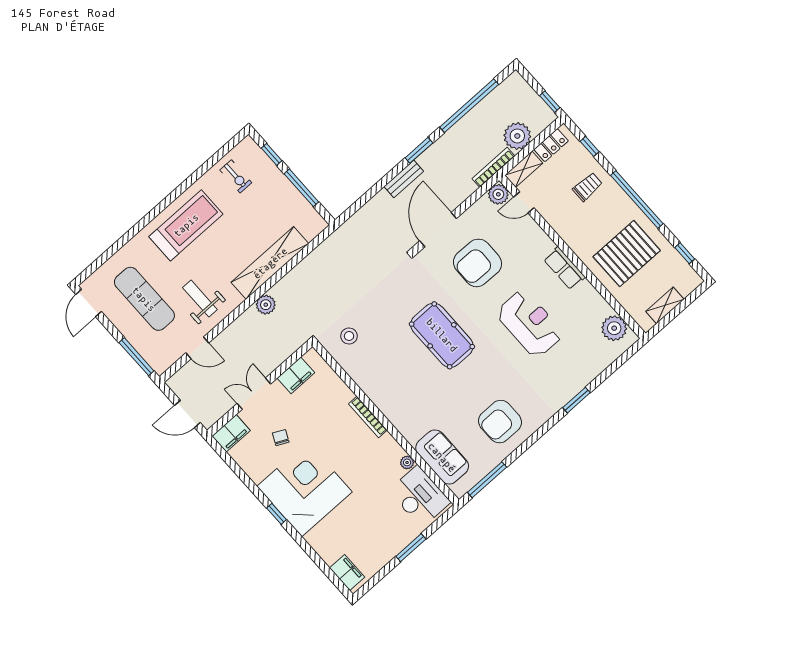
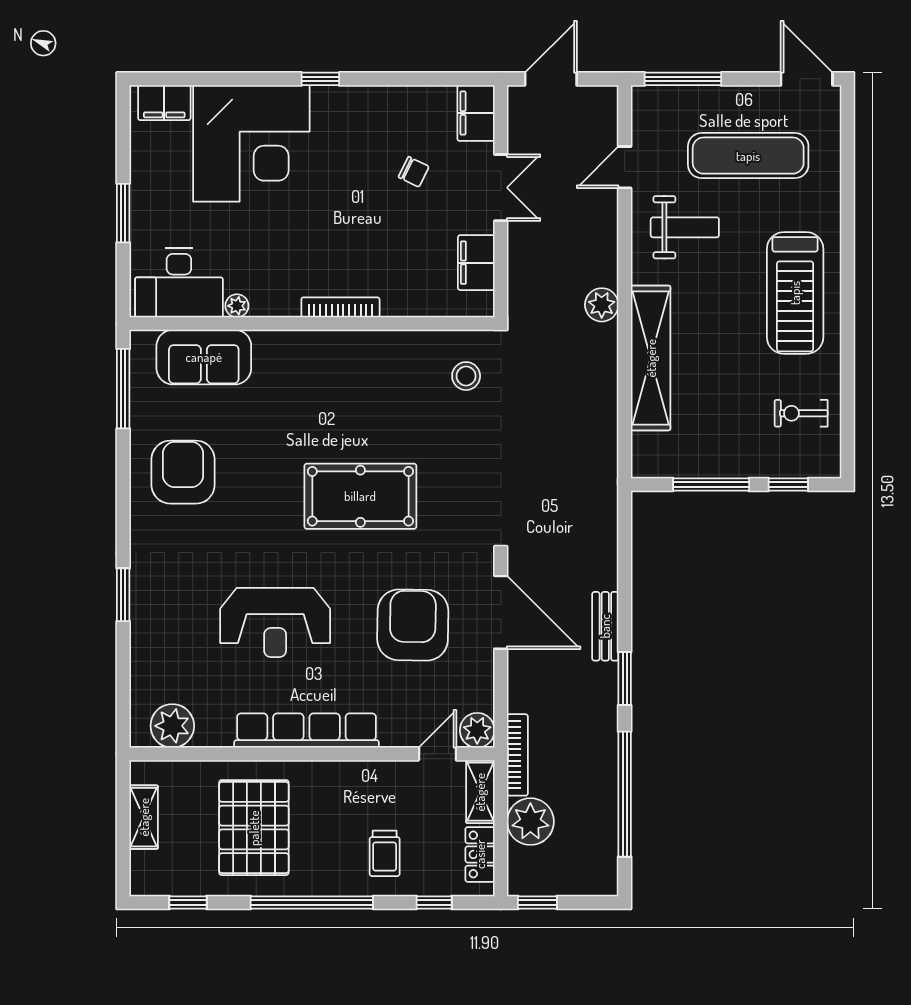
row of seats: (564, 268) -> (306, 731), width x2.02
corner desk: (304, 489) -> (251, 143), moved

